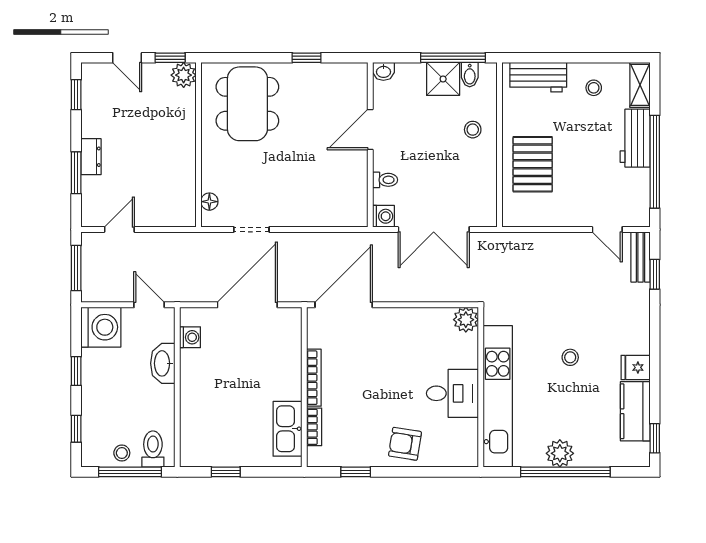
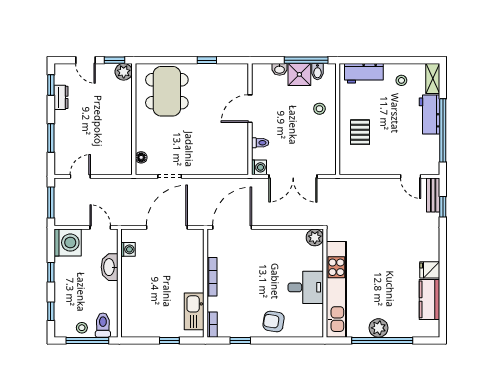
washbasin: (383, 71) -> (280, 69), moved
dresser: (91, 157) -> (61, 97), moved
pallet: (533, 164) -> (360, 132), width x0.67, depth x0.71
stool: (570, 357) -> (386, 263), removed
bookcase: (314, 427) -> (212, 325), moved
window: (655, 438) -> (443, 318), removed
window: (226, 472) -> (169, 340), moved

